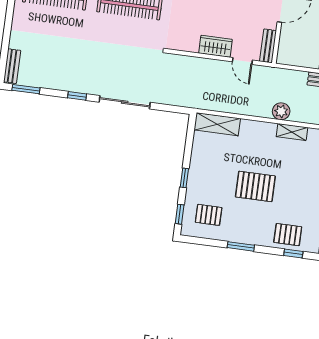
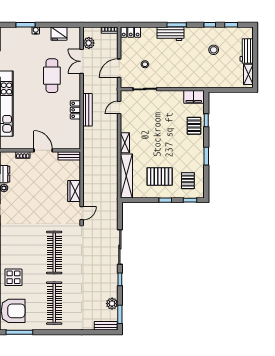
door: (242, 61) -> (82, 213), moved
plant: (281, 111) -> (112, 304), moved
shelving: (217, 124) -> (126, 176), width x1.47
shelving: (292, 132) -> (125, 143), moved
pallet: (255, 186) -> (160, 177), moved, turned 90

